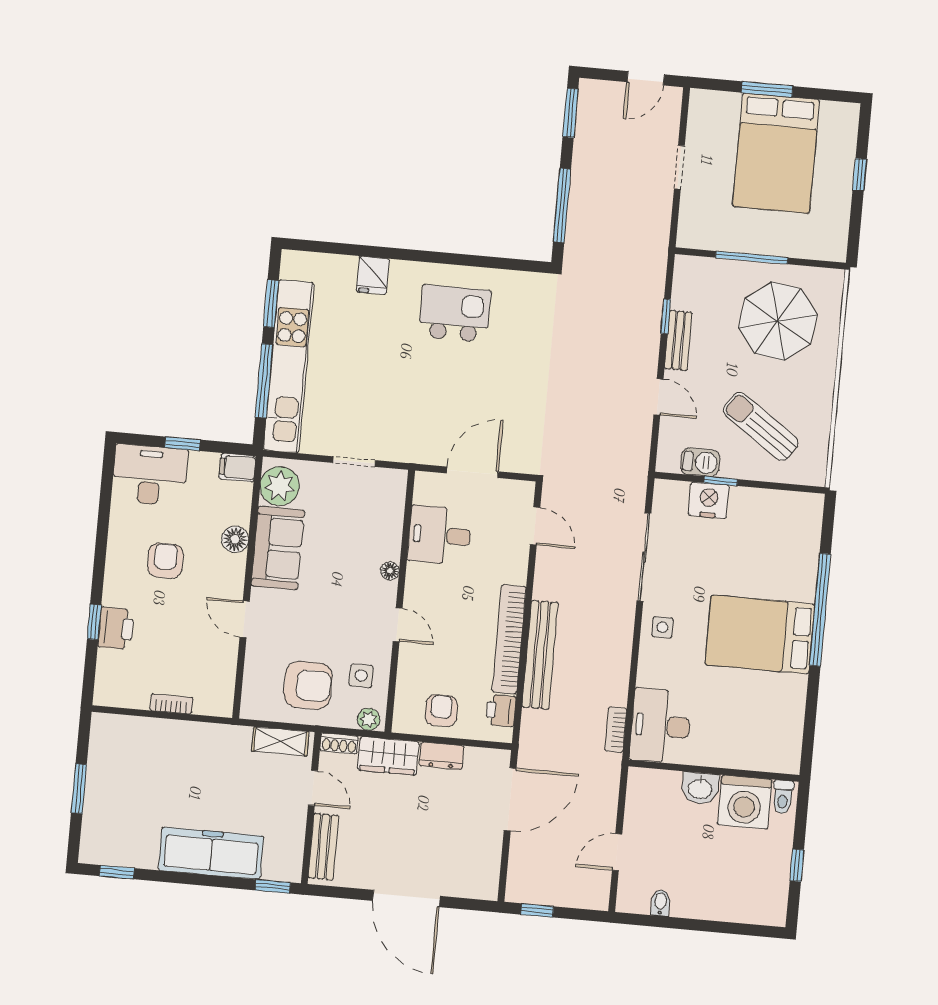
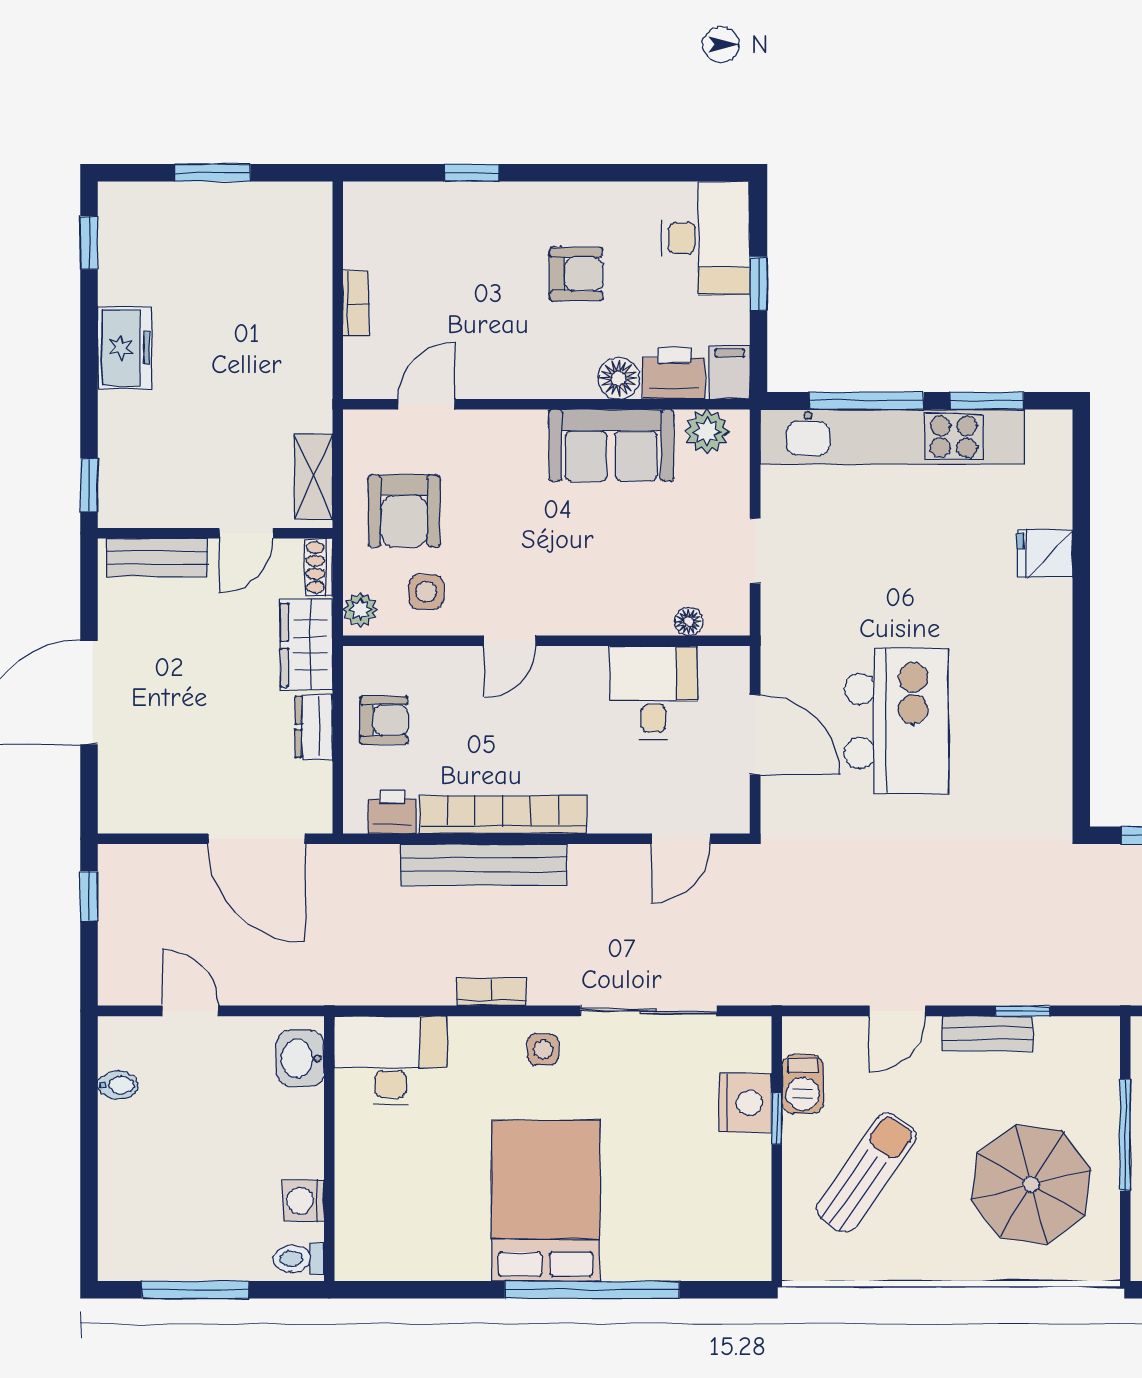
kitchen island: (455, 314) -> (896, 721), moved, width x1.37, depth x1.28
plant: (280, 486) -> (707, 431), width x0.73, depth x0.73
floor lamp: (390, 571) -> (689, 621), moved
door: (245, 619) -> (426, 404), moved
printer: (116, 628) -> (674, 373), moved, turned 180
bookcase: (616, 730) -> (491, 992), moved
washbasin: (700, 788) -> (300, 1058), moved
washing machine: (745, 802) -> (303, 1201), width x0.53, depth x0.53
freezer: (211, 853) -> (125, 348), width x0.52, depth x0.79
window: (797, 865) -> (195, 1290), width x2.17

